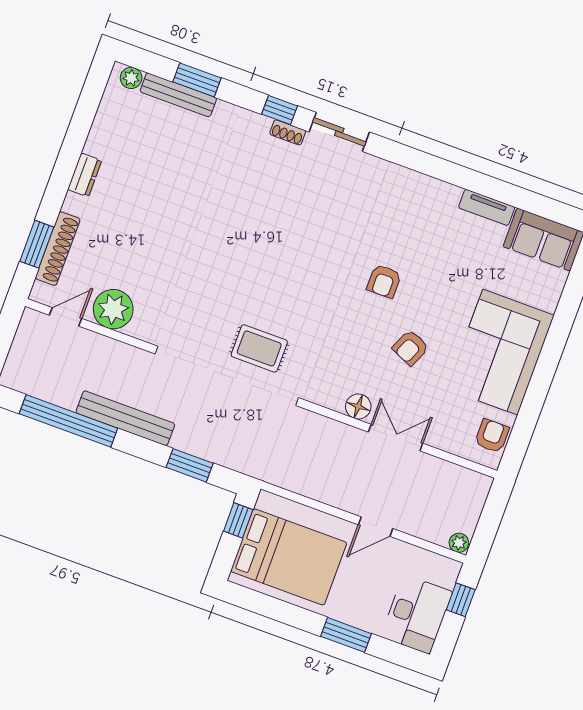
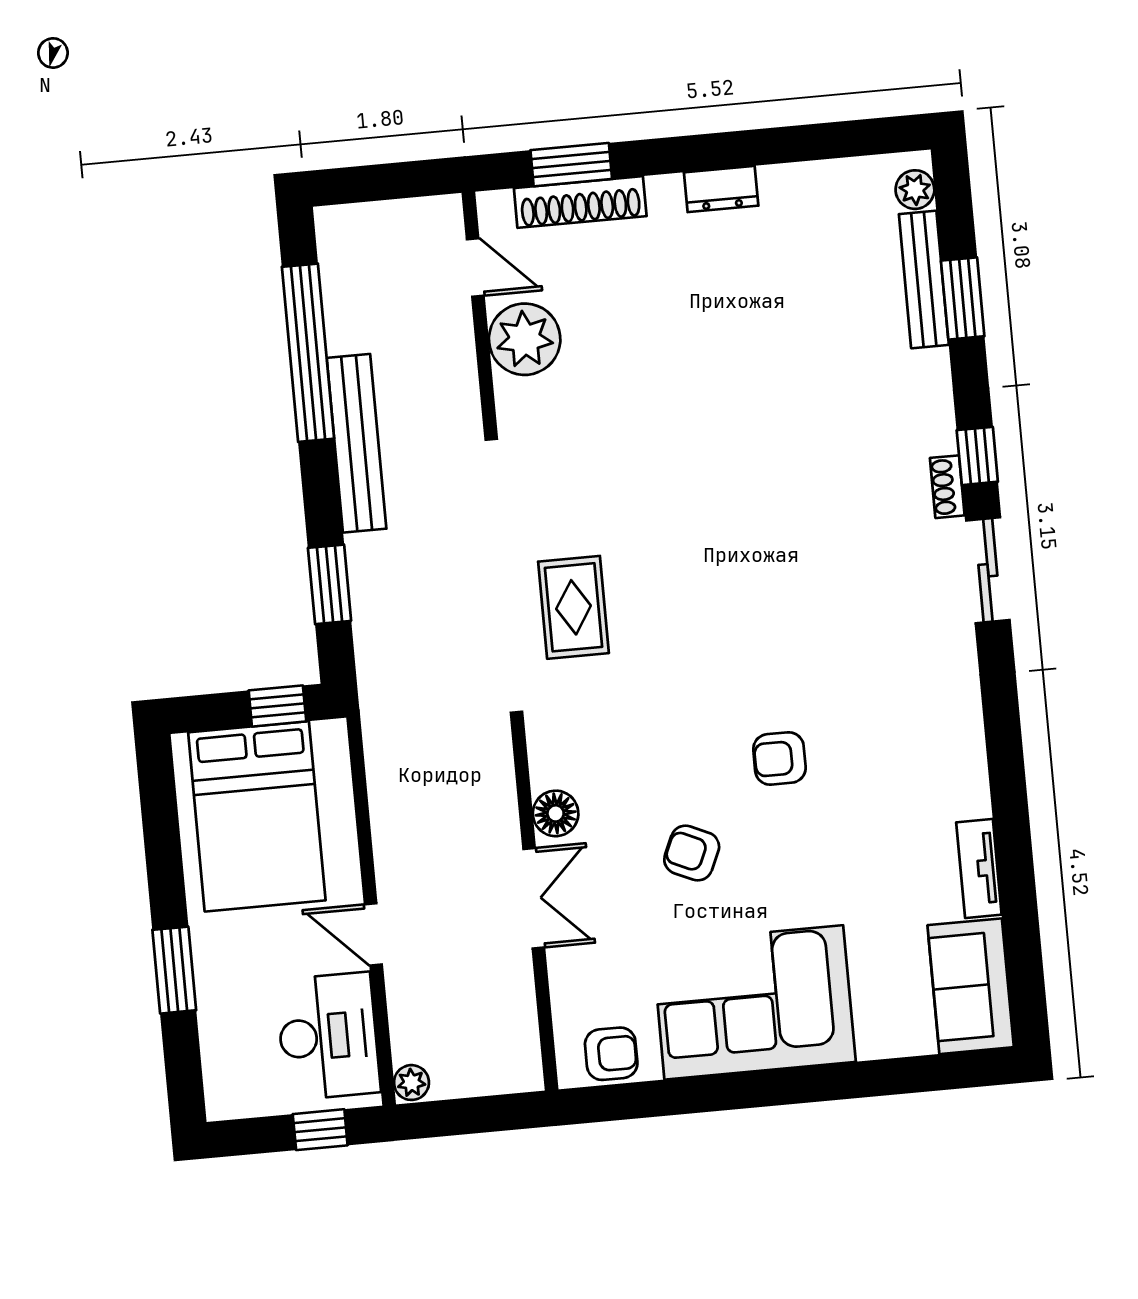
desk: (417, 614) -> (328, 1036), moved, turned -90

